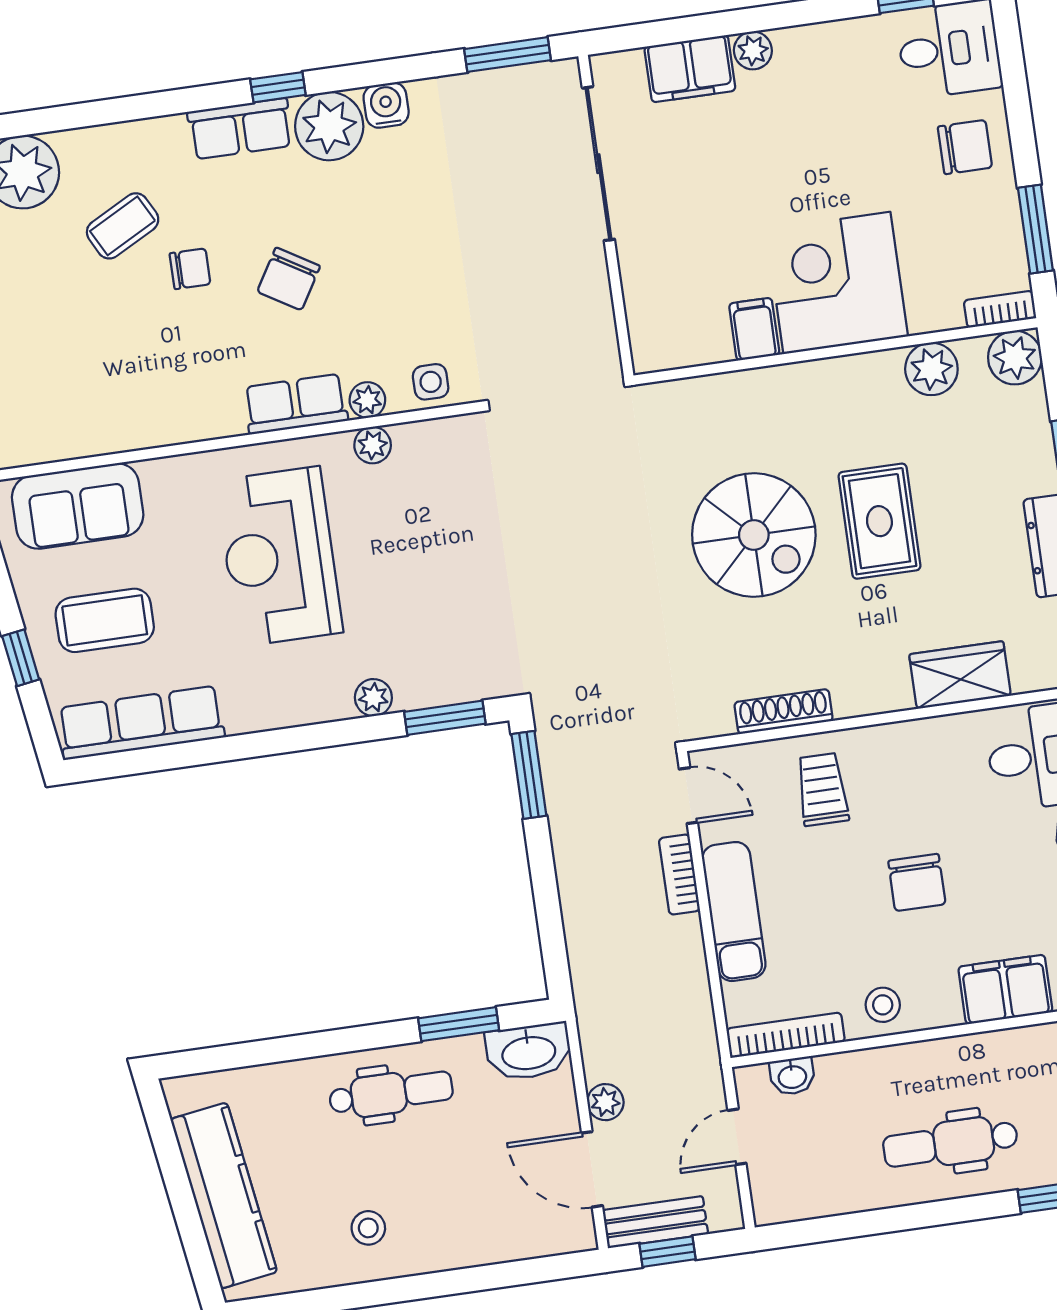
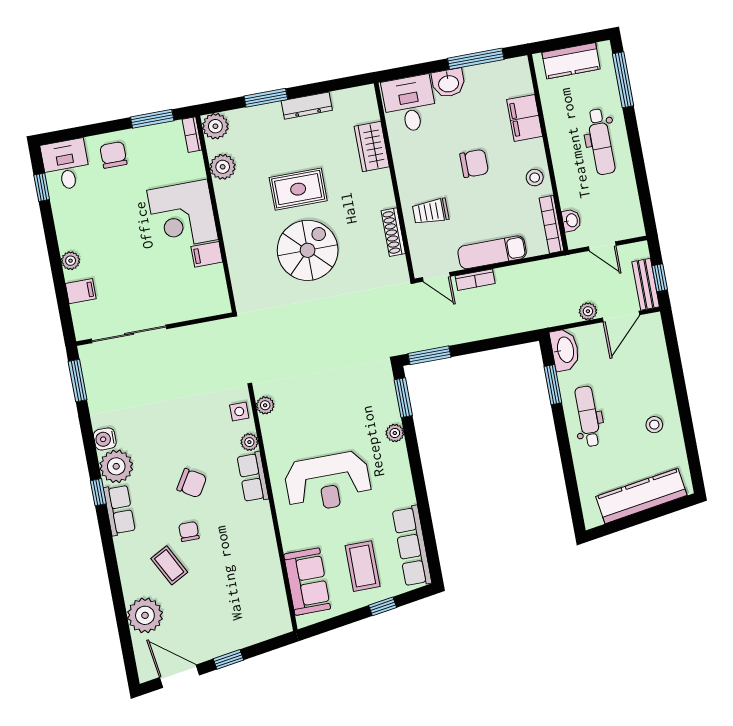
filing cabinet: (690, 69) -> (81, 291), width x0.50
plant: (373, 445) -> (265, 405), moved
door: (688, 796) -> (436, 277), swing flipped

